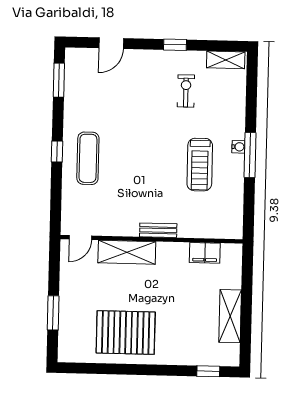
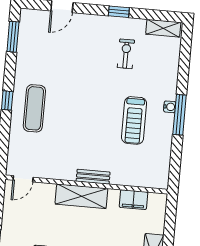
shelving: (127, 252) -> (81, 196), moved

